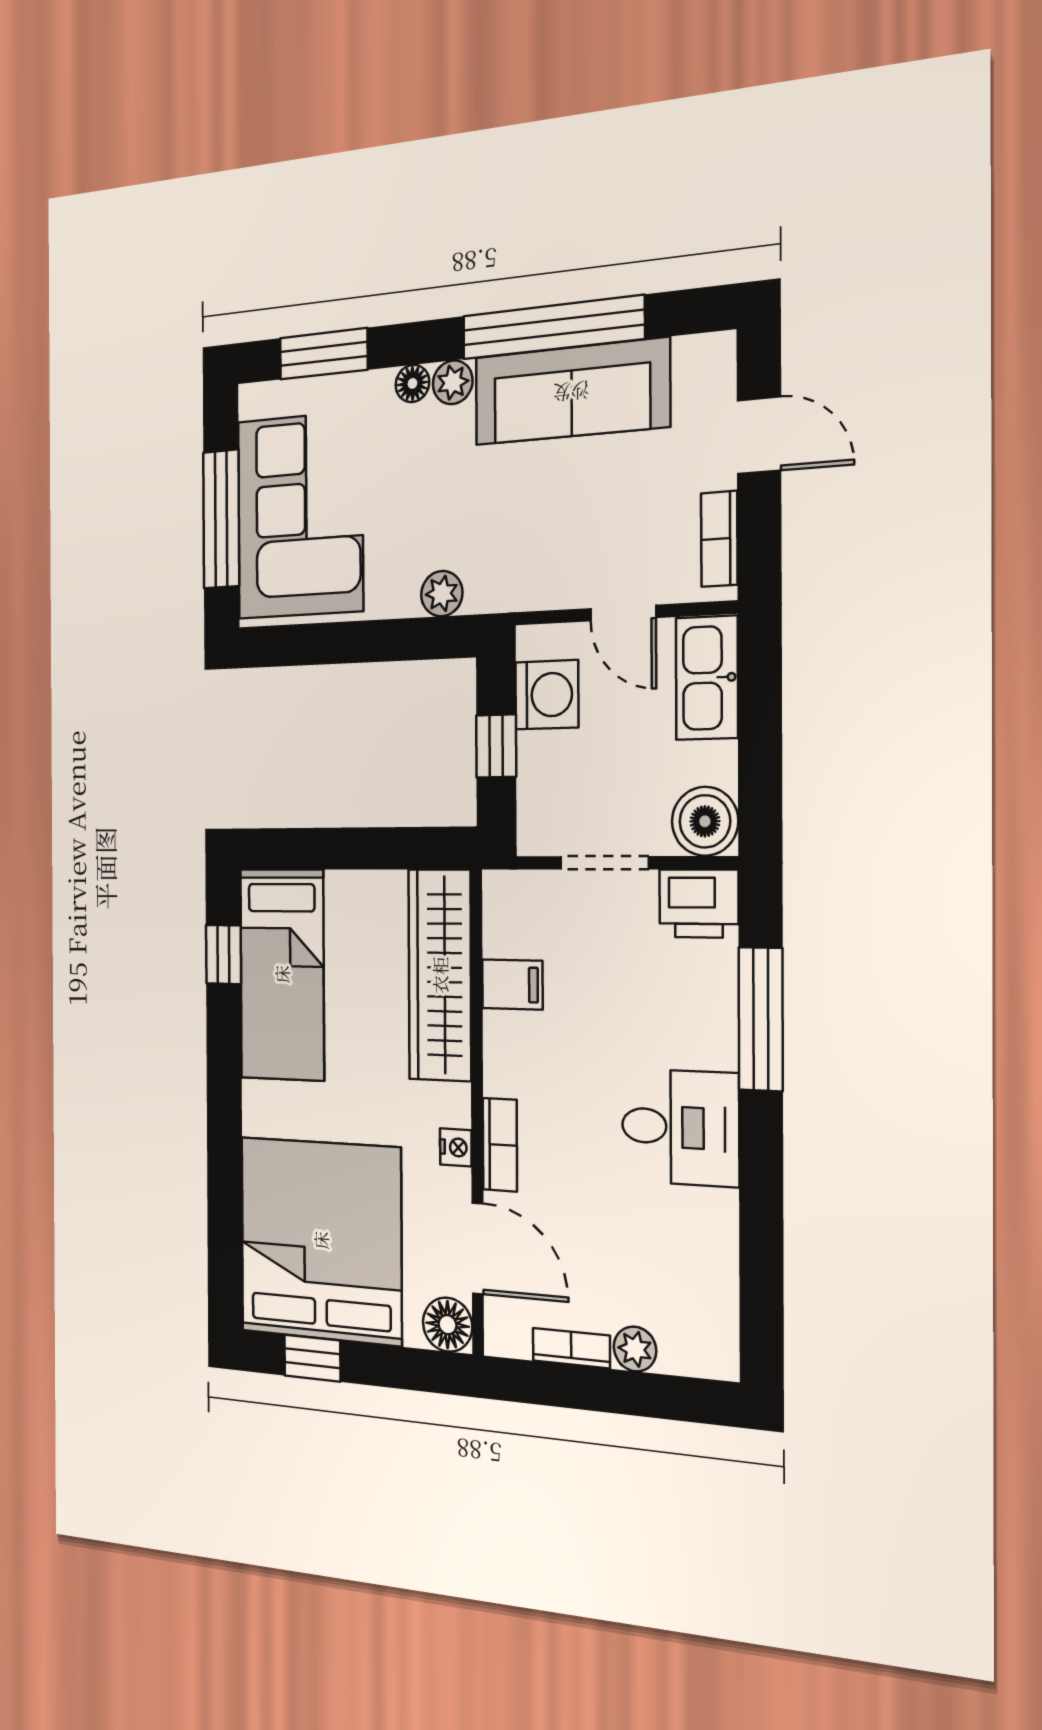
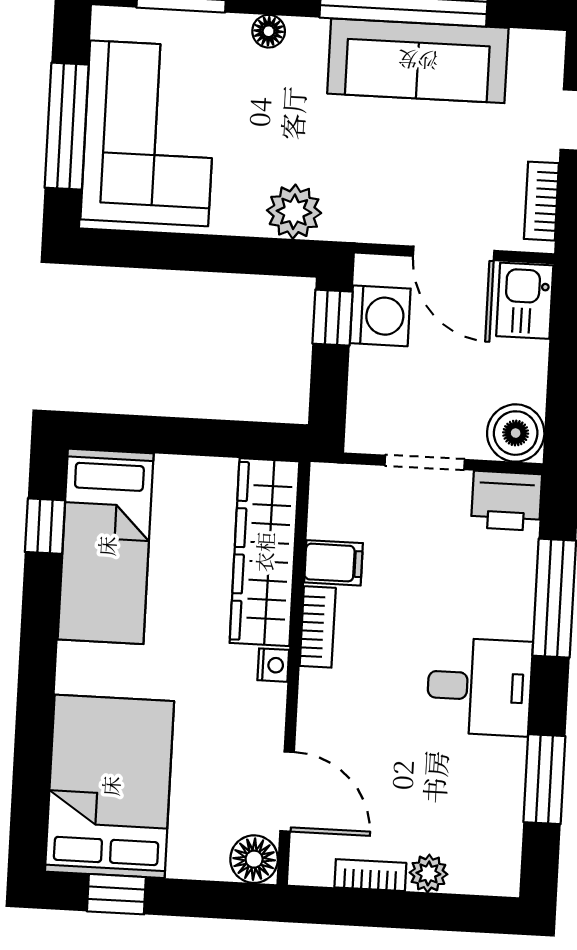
plant: (453, 382) -> (307, 36), removed
plant: (442, 594) -> (294, 212), width x1.38, depth x1.38
door: (623, 613) -> (454, 253), width x1.38
kitchen sink: (707, 678) -> (525, 301), width x0.73
window: (496, 746) -> (332, 318), moved
bookcase: (500, 1145) -> (318, 627), moved
nightstand: (456, 1147) -> (273, 665), moved
bed: (321, 1240) -> (110, 786), width x0.73
window: (761, 1240) -> (544, 779), added

